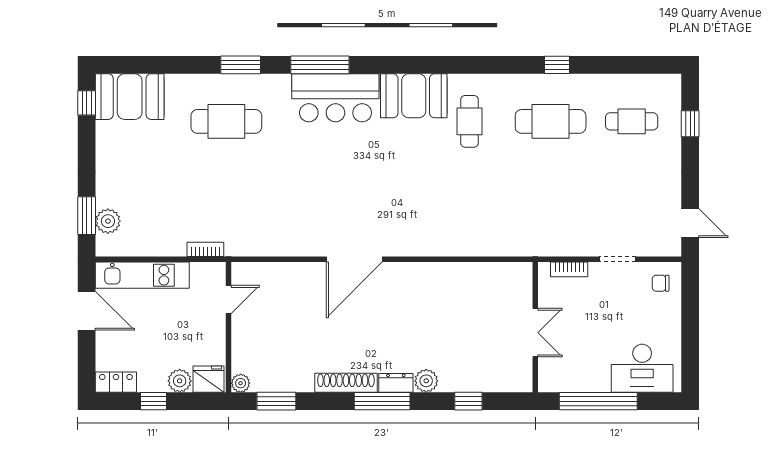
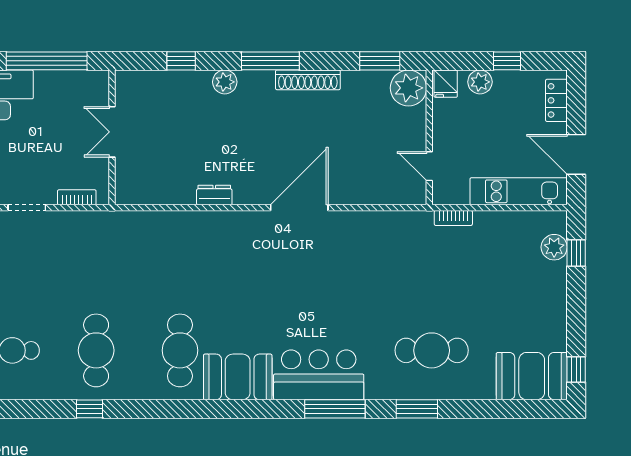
cafe table: (469, 121) -> (180, 350), width x1.37, depth x1.35
cafe table: (551, 121) -> (96, 350), turned 90
window: (87, 216) -> (576, 253), width x0.67
door: (229, 299) -> (429, 166), hinge flipped
fridge: (208, 379) -> (446, 84), width x0.72
locker: (116, 382) -> (556, 100), moved, turned 90
plant: (241, 383) -> (408, 88), width x1.87, depth x1.87
dresser: (396, 383) -> (214, 195), moved, turned 180

